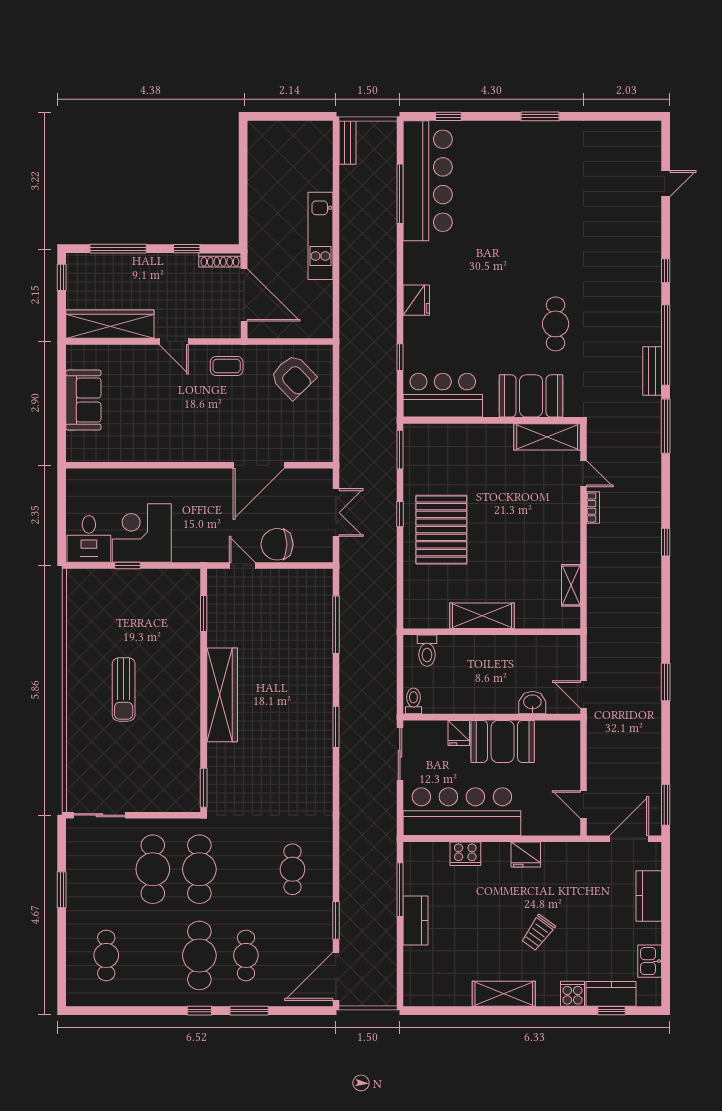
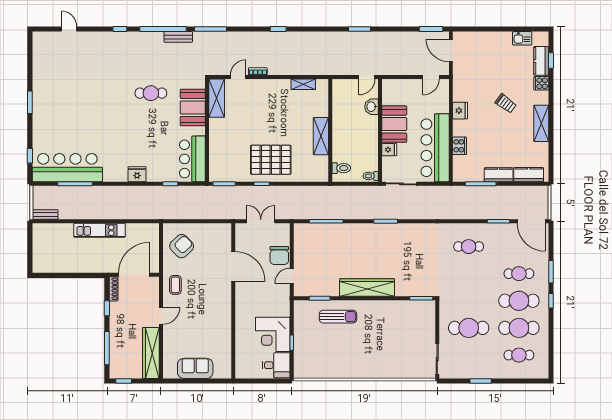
sun lounger: (124, 689) -> (338, 317), moved
cafe table: (199, 869) -> (519, 328), moved
kitchen counter: (649, 896) -> (529, 175), moved, turned 180

